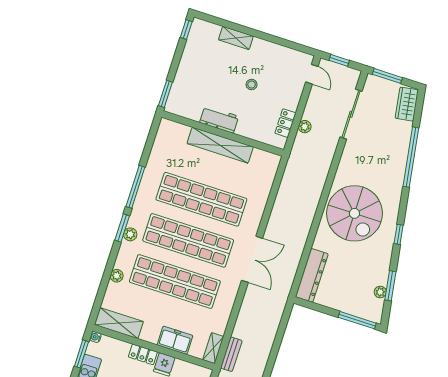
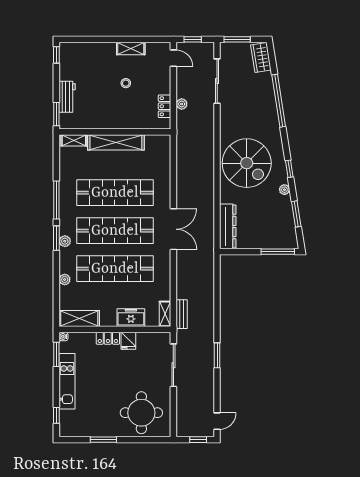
shelving: (236, 38) -> (131, 48), moved
workbench: (219, 119) -> (67, 97), moved, turned 90
shelving: (175, 128) -> (74, 140), added
plant: (380, 292) -> (284, 190), moved

